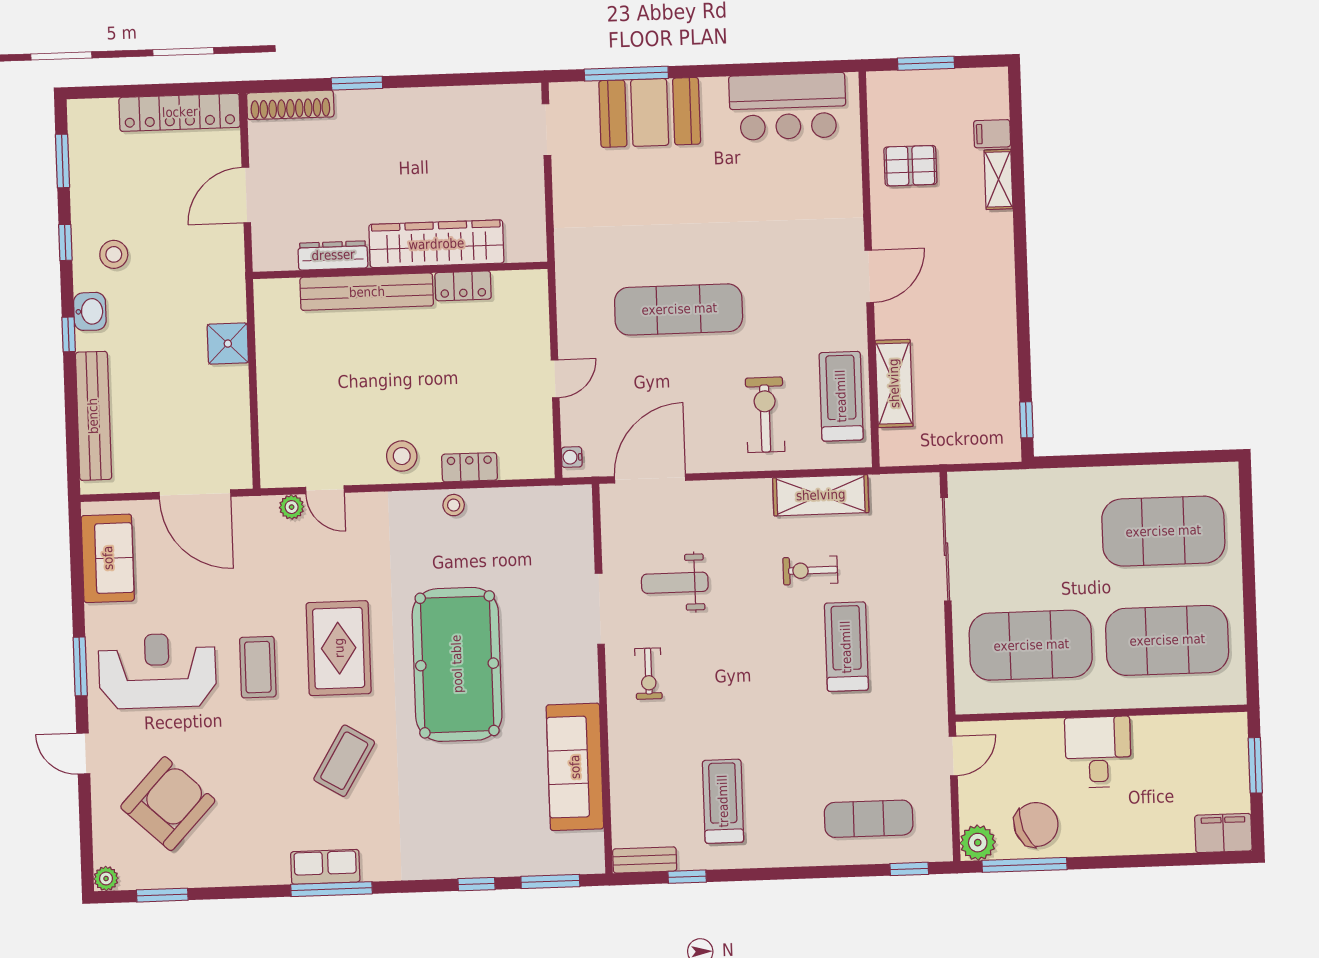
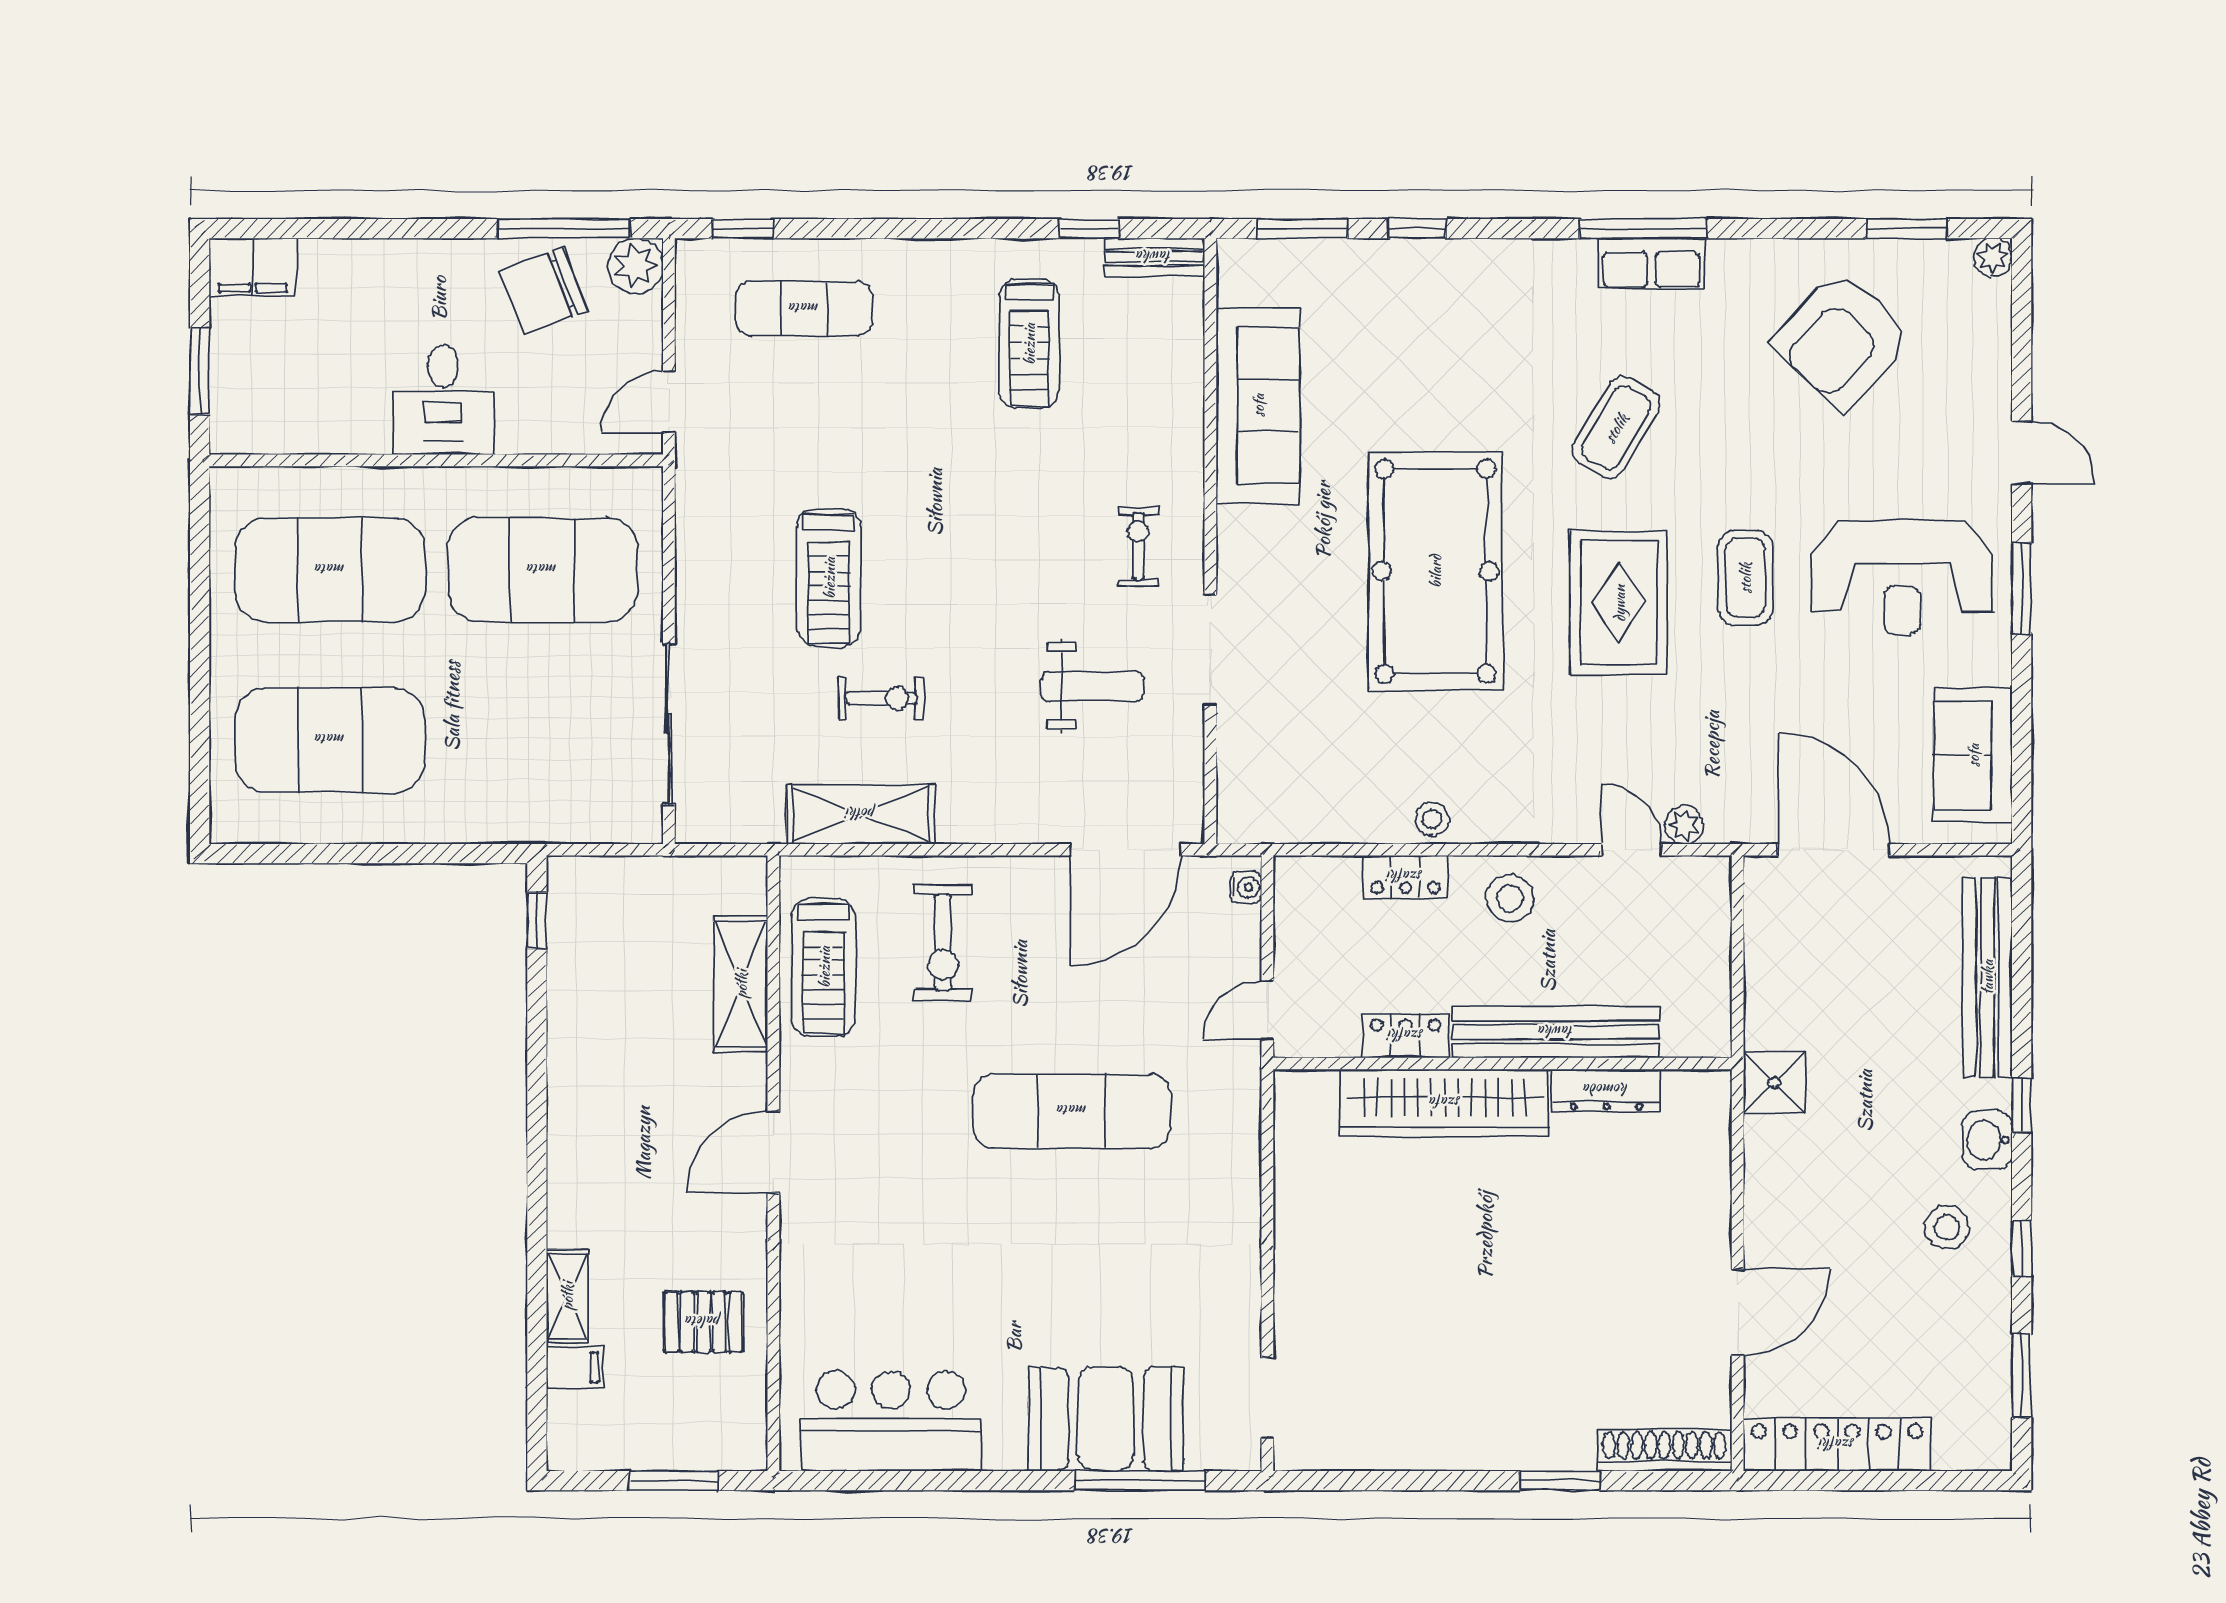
wardrobe: (436, 244) -> (1445, 1103), moved
dresser: (333, 255) -> (1606, 1090), moved
wall: (400, 270) -> (1502, 1064), moved
locker: (463, 286) -> (1406, 1036), moved
bench: (367, 292) -> (1556, 1032), moved
armchair: (168, 804) -> (1842, 340), moved

